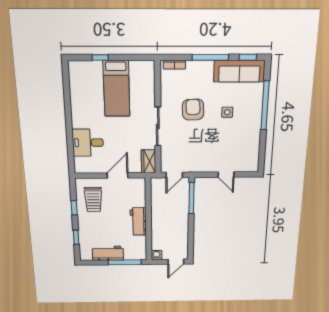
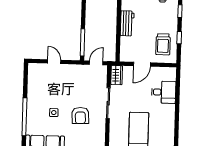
trolley: (93, 199) -> (163, 44), turned 180

